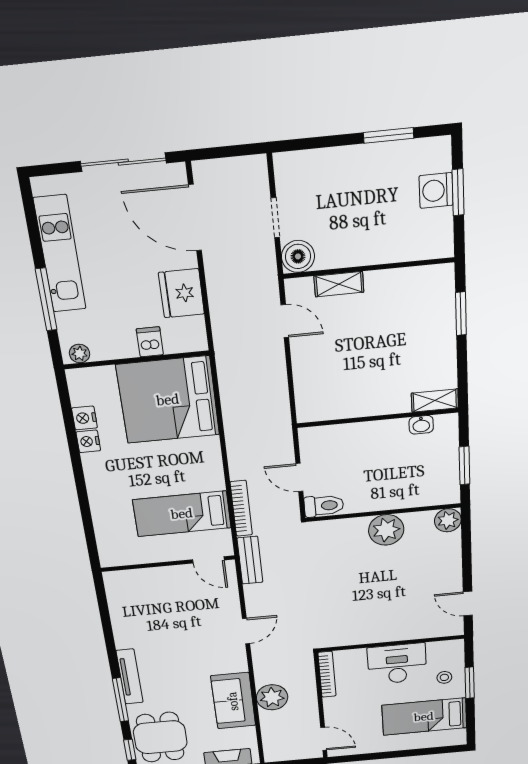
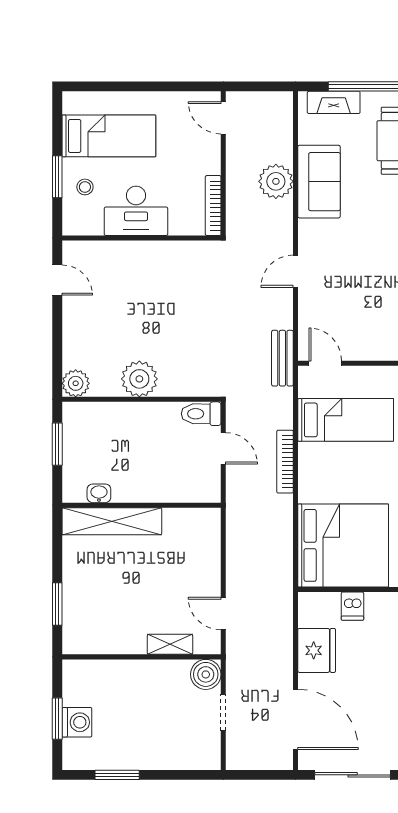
shelving: (435, 401) -> (112, 521), width x2.20, depth x1.33
bookcase: (241, 508) -> (285, 462), moved

